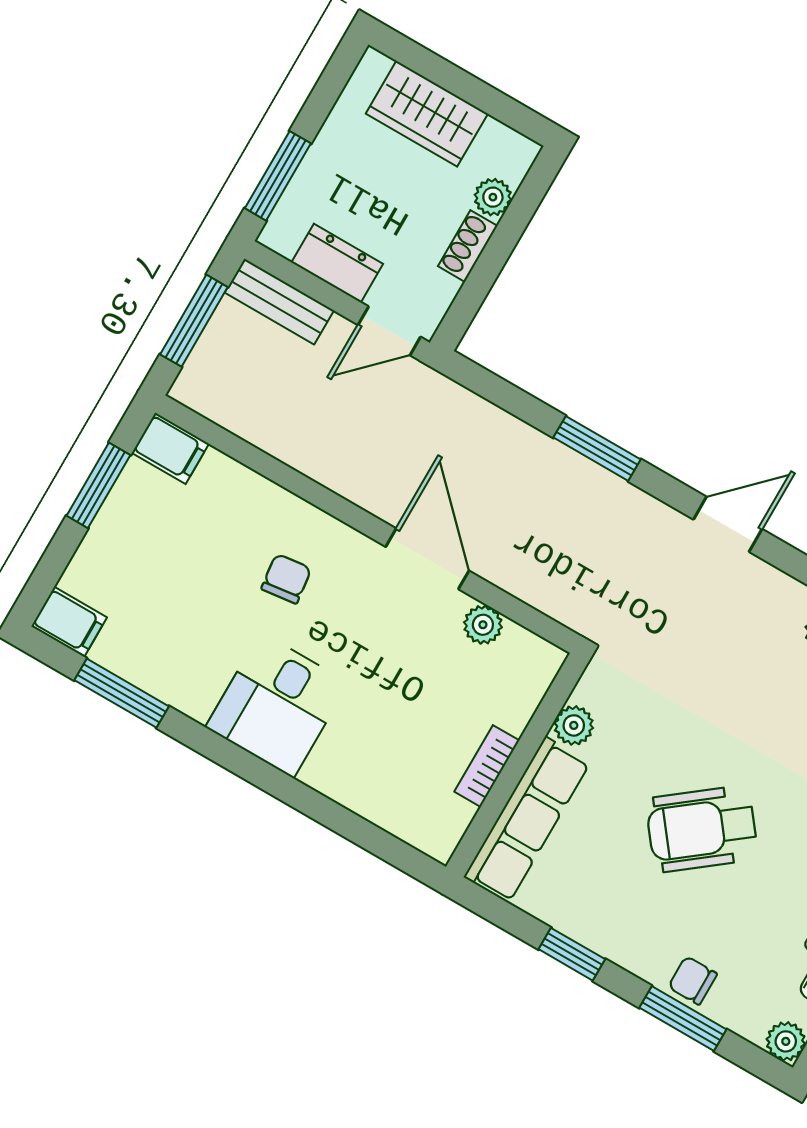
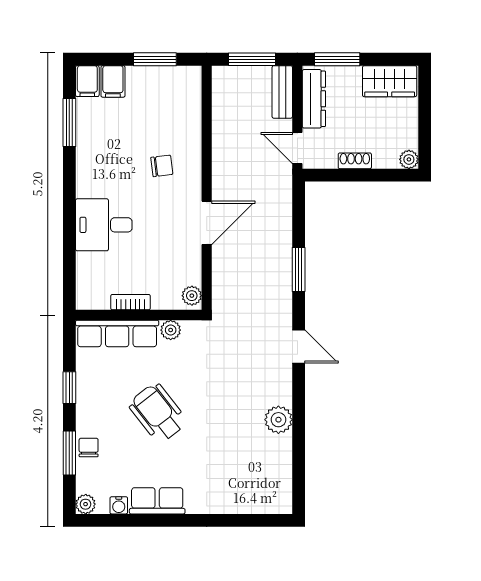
wardrobe: (427, 114) -> (390, 81), moved, turned -90
plant: (493, 197) -> (409, 159), moved
dresser: (337, 263) -> (314, 99), width x1.44
filing cabinet: (170, 448) -> (113, 81), moved
plant: (483, 625) -> (192, 296), moved
desk: (277, 705) -> (104, 225), moved

